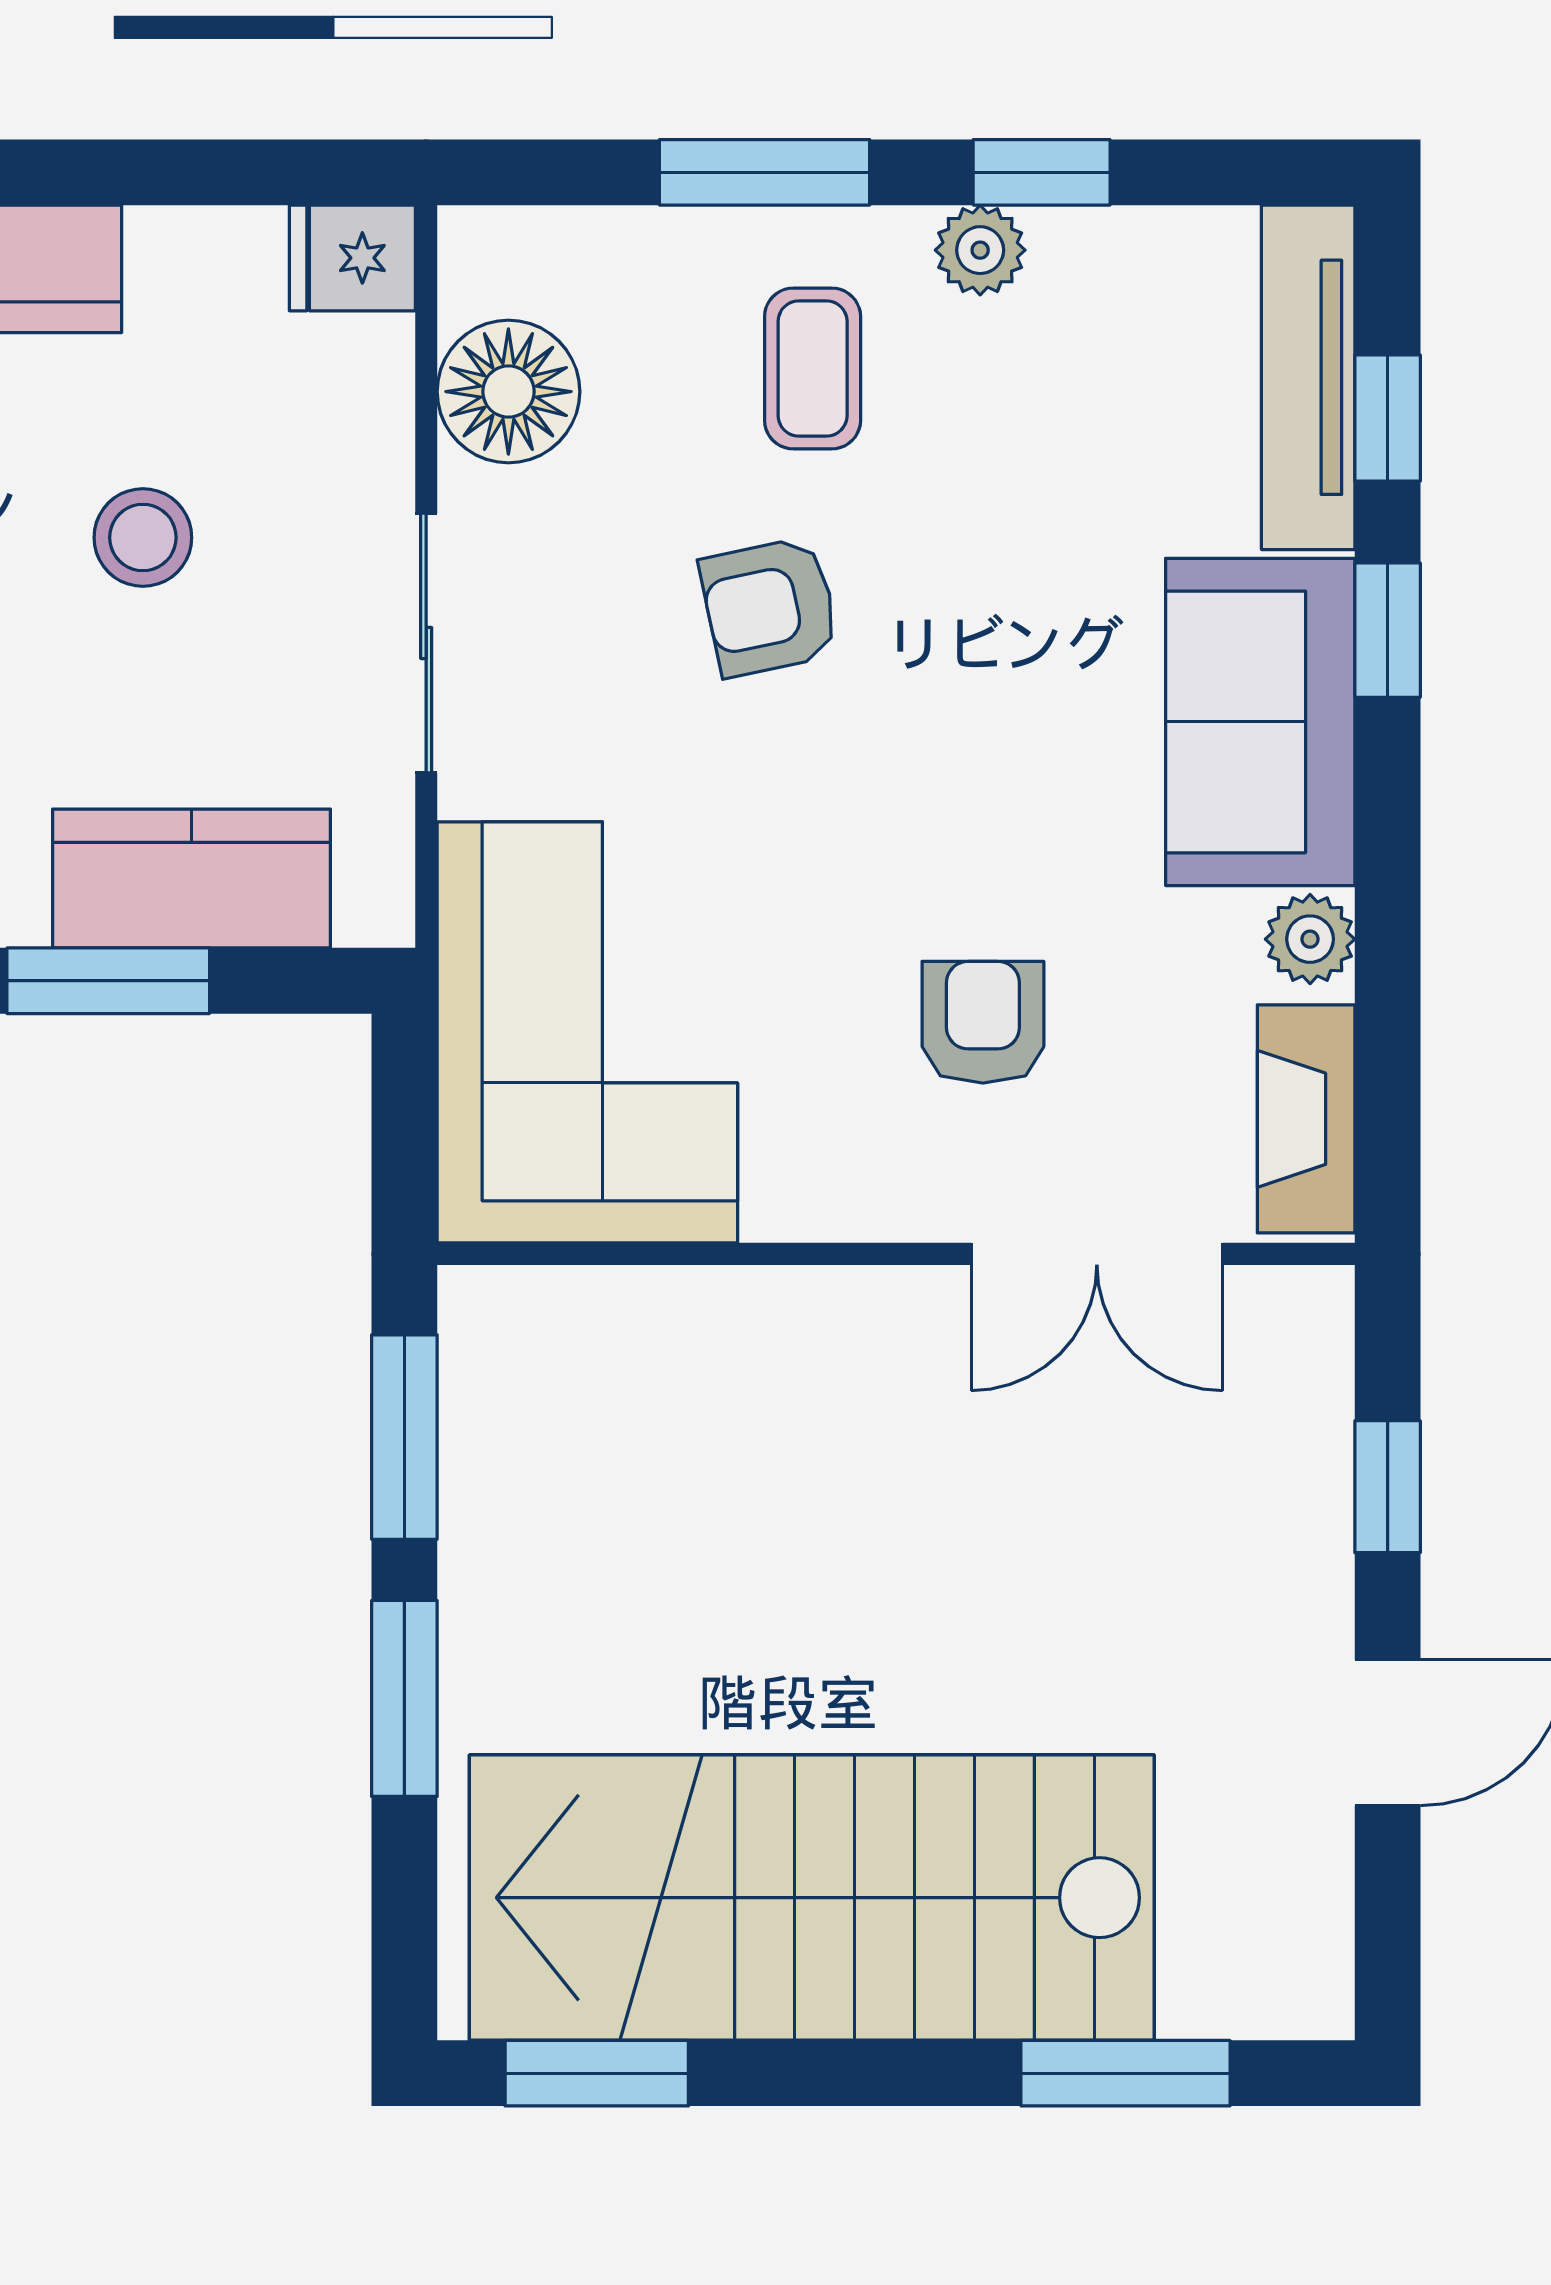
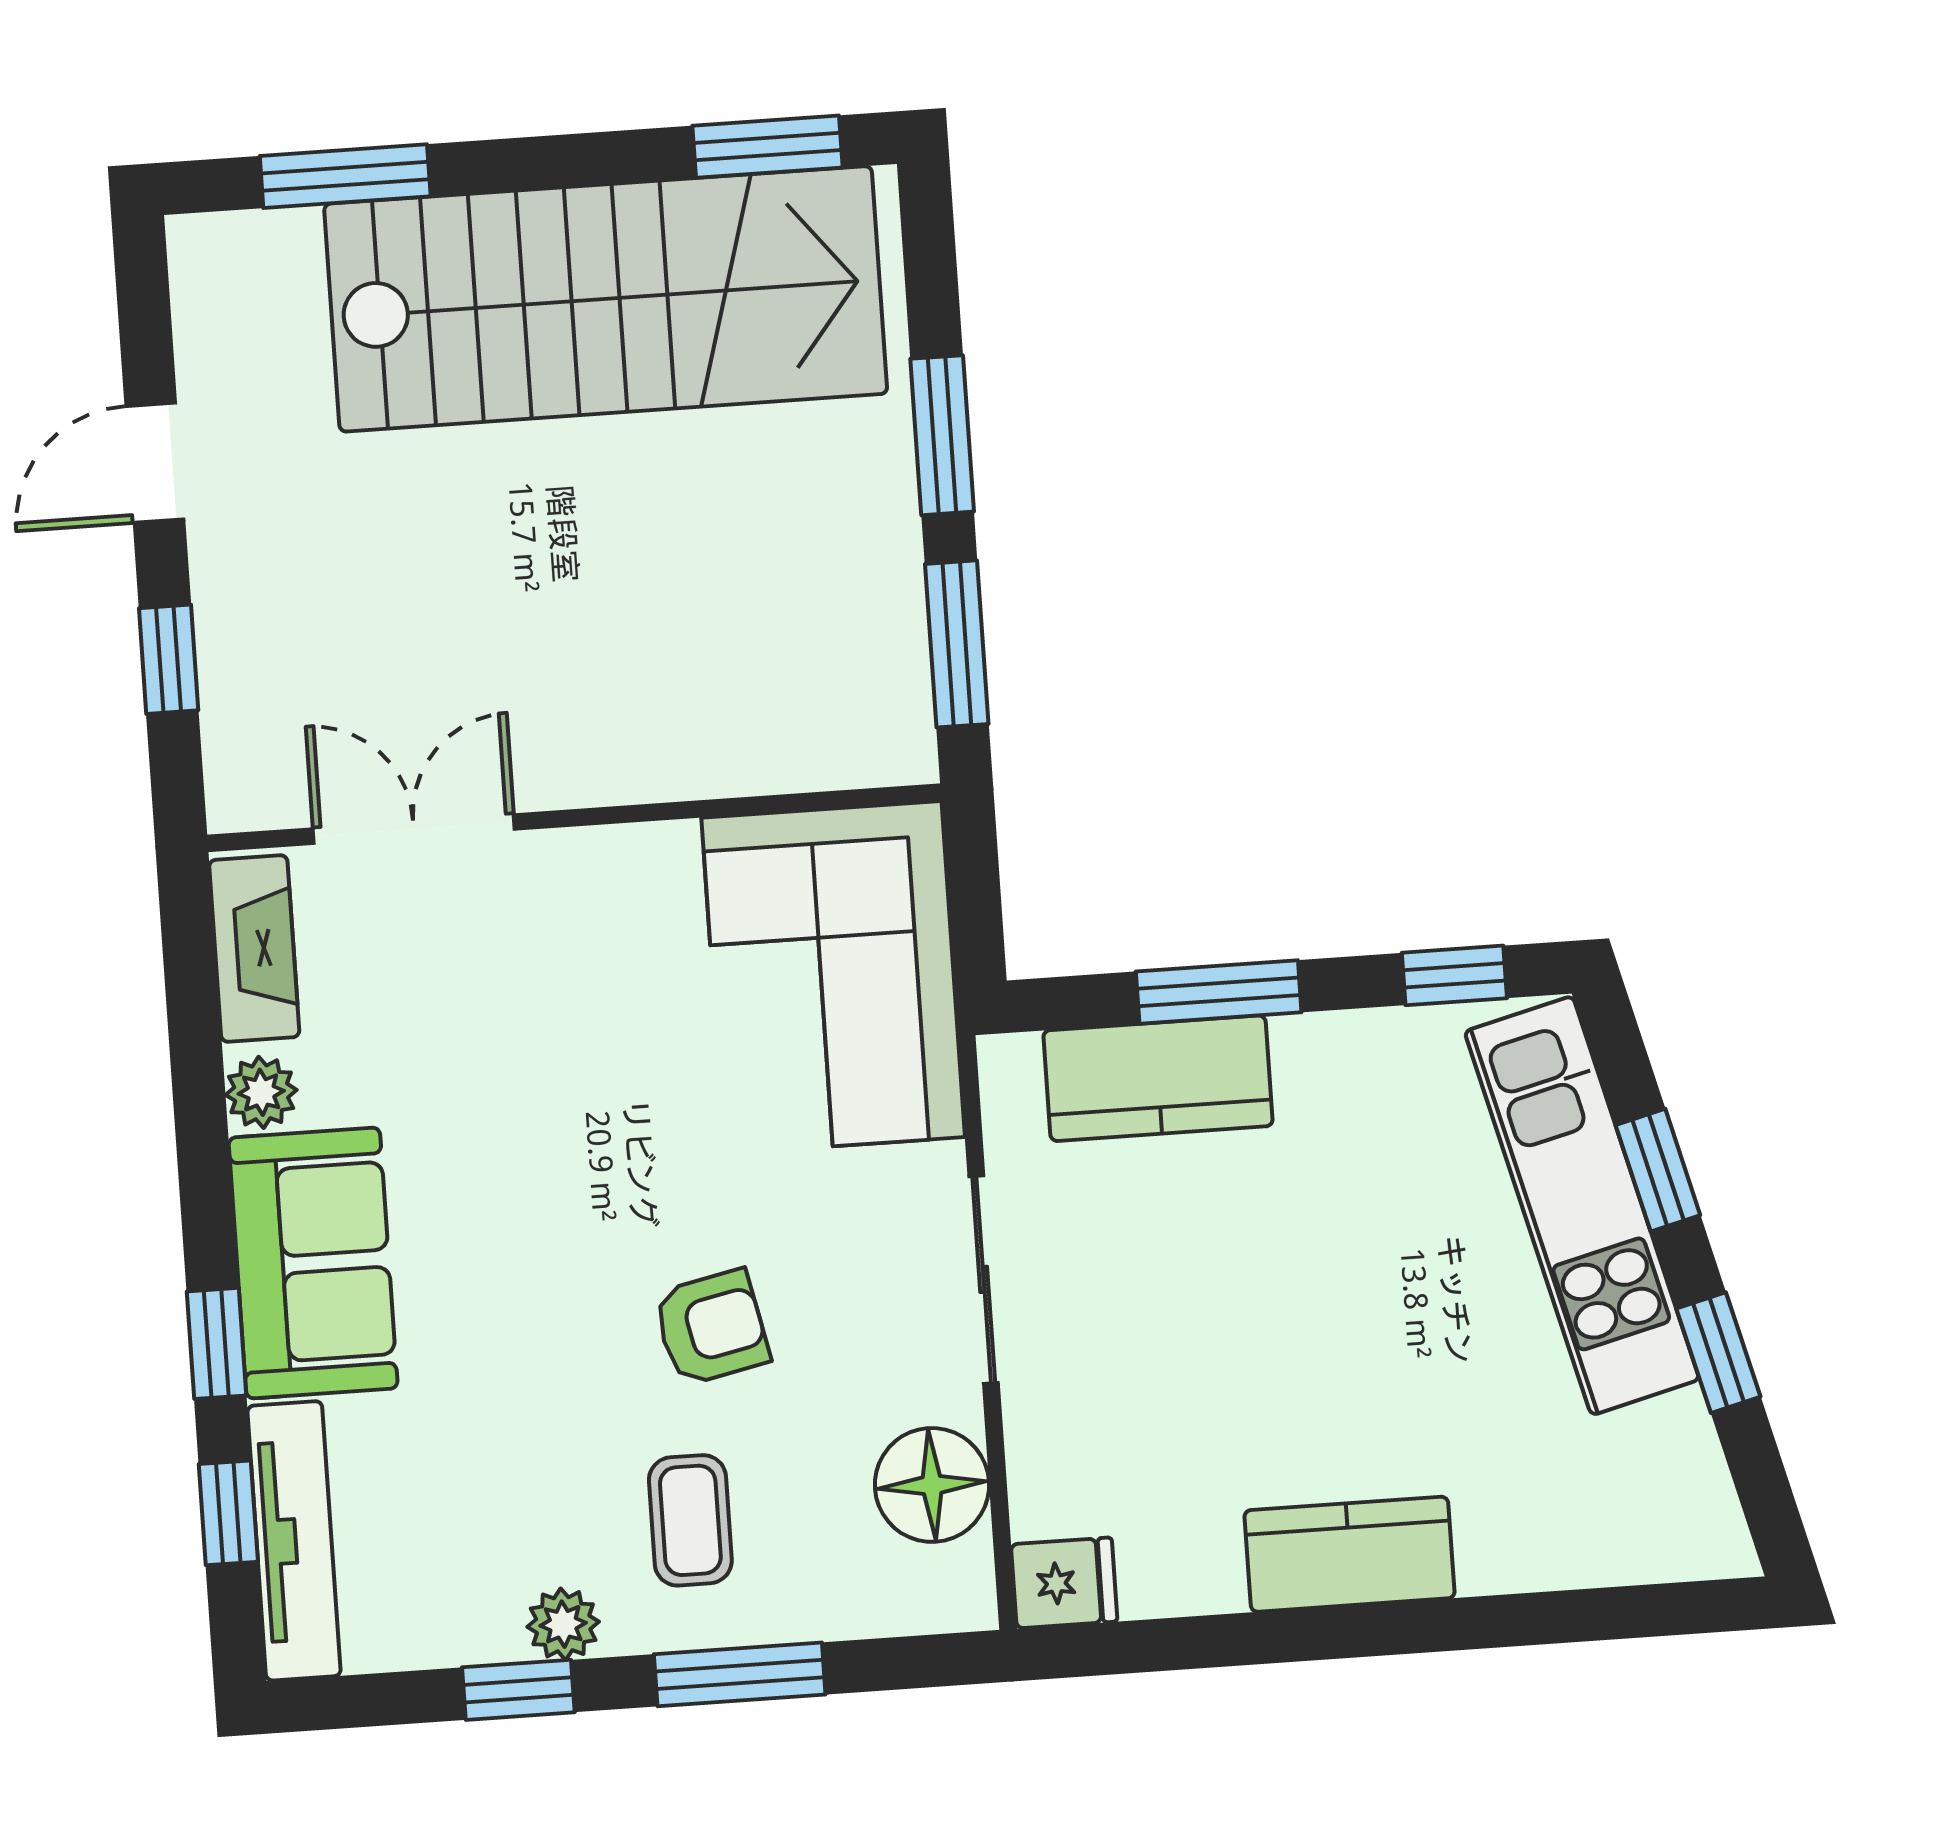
stool: (143, 538) -> (1216, 1348), removed
armchair: (983, 1022) -> (518, 1008), removed

